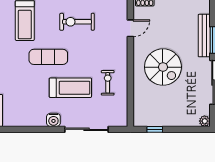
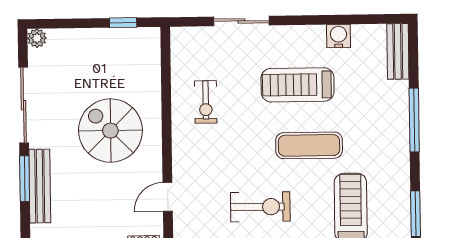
treadmill: (70, 88) -> (298, 85), moved
water cooler: (53, 120) -> (338, 36), moved
sliding door: (86, 129) -> (241, 21), width x0.73

